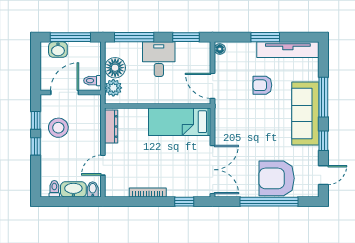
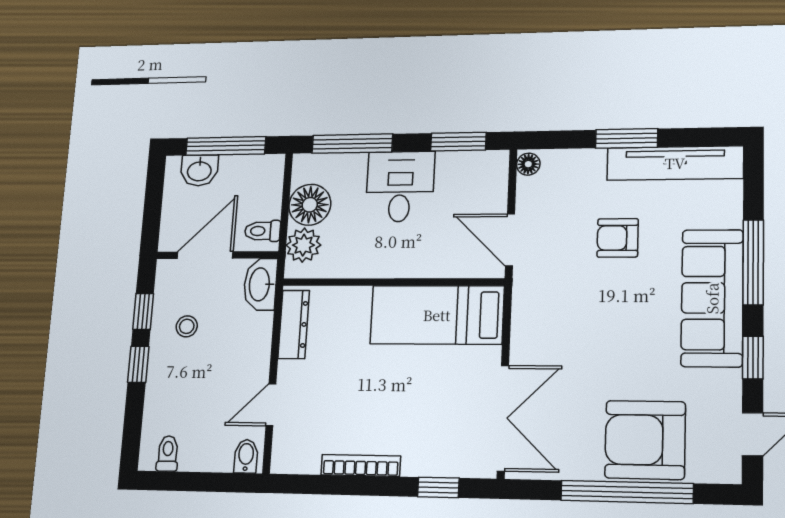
stool: (58, 128) -> (187, 326), width x0.53, depth x0.53
washbasin: (73, 189) -> (260, 284), moved, turned -90

